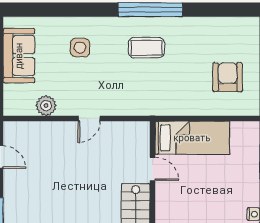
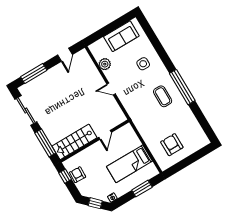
armchair: (228, 77) -> (172, 145), turned -90
bed: (192, 138) -> (129, 164), moved, turned 90

